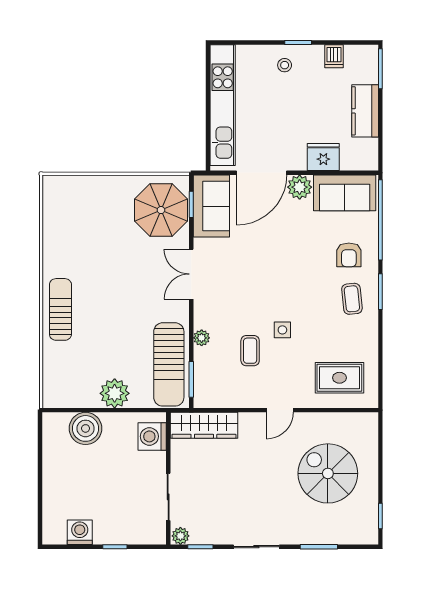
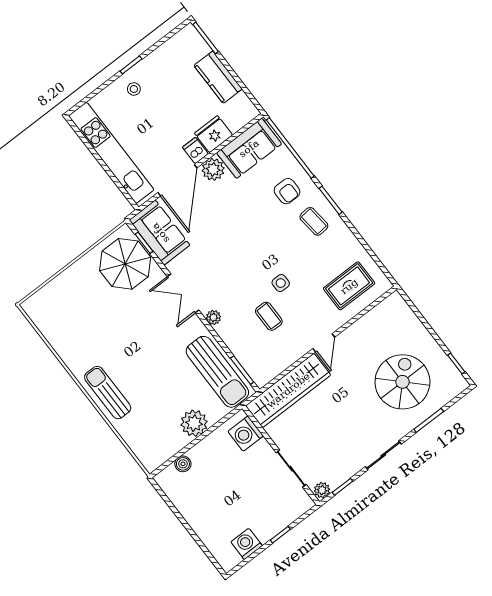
dishwasher: (334, 56) -> (195, 151), moved, turned 180
plant: (202, 338) -> (213, 317), moved
wardrobe: (204, 425) -> (288, 390), width x1.40, depth x1.17
boiler: (86, 428) -> (183, 464), width x0.54, depth x0.54
spiral stairs: (328, 473) -> (402, 382), moved, turned 90

